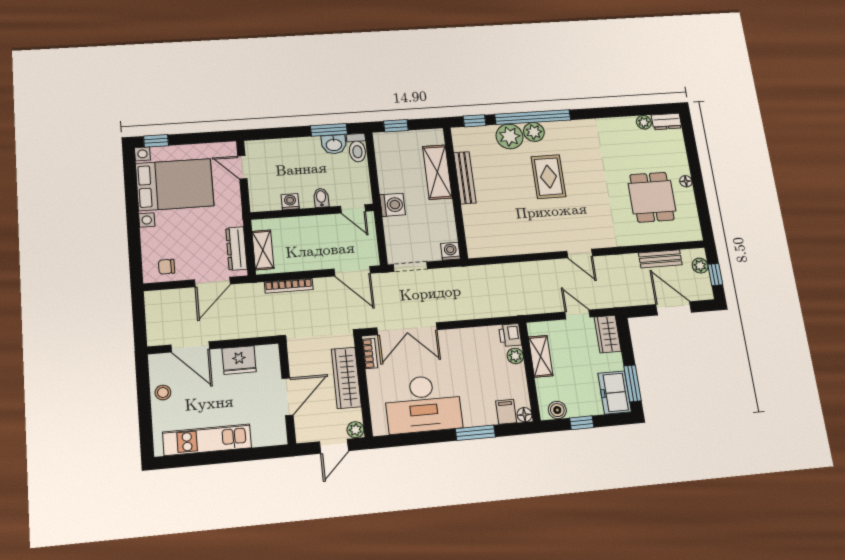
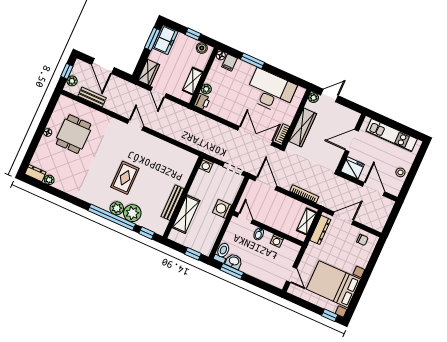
wall: (287, 393) -> (351, 143), moved
door: (288, 397) -> (352, 141), moved

